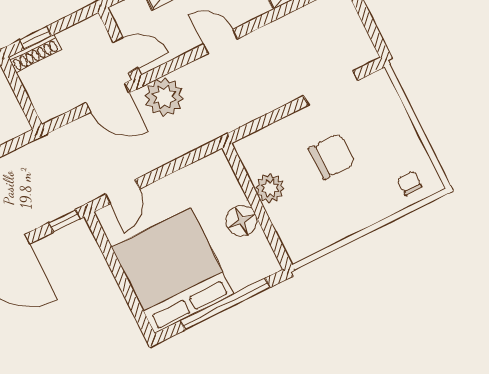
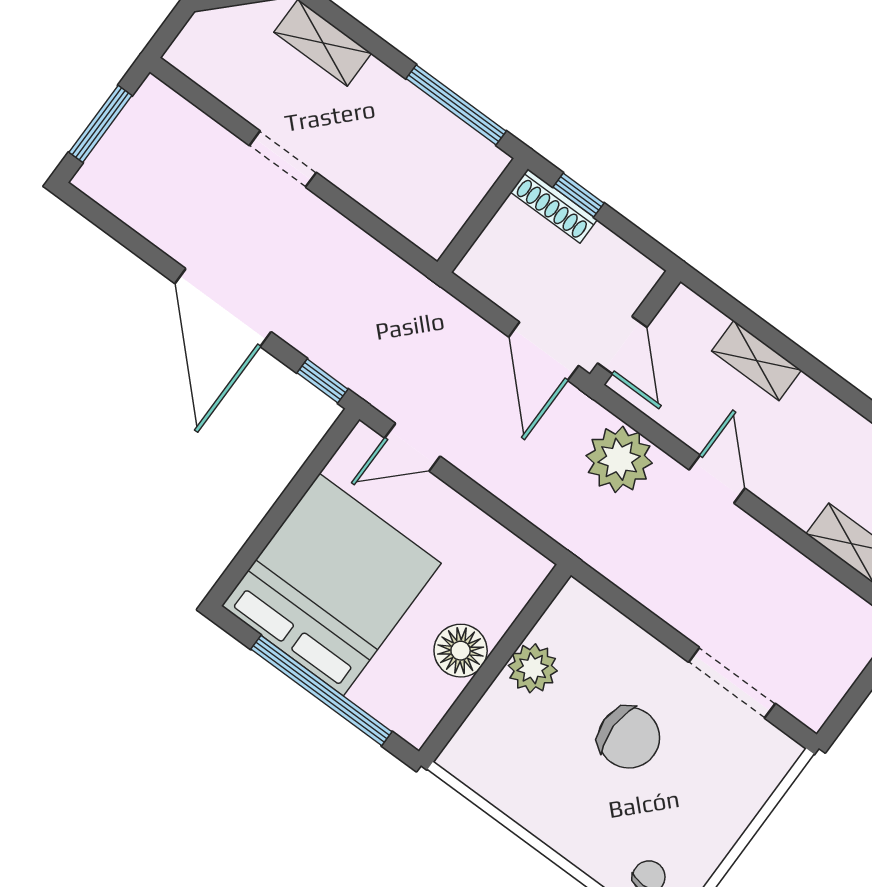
plant: (164, 97) -> (619, 459), moved

